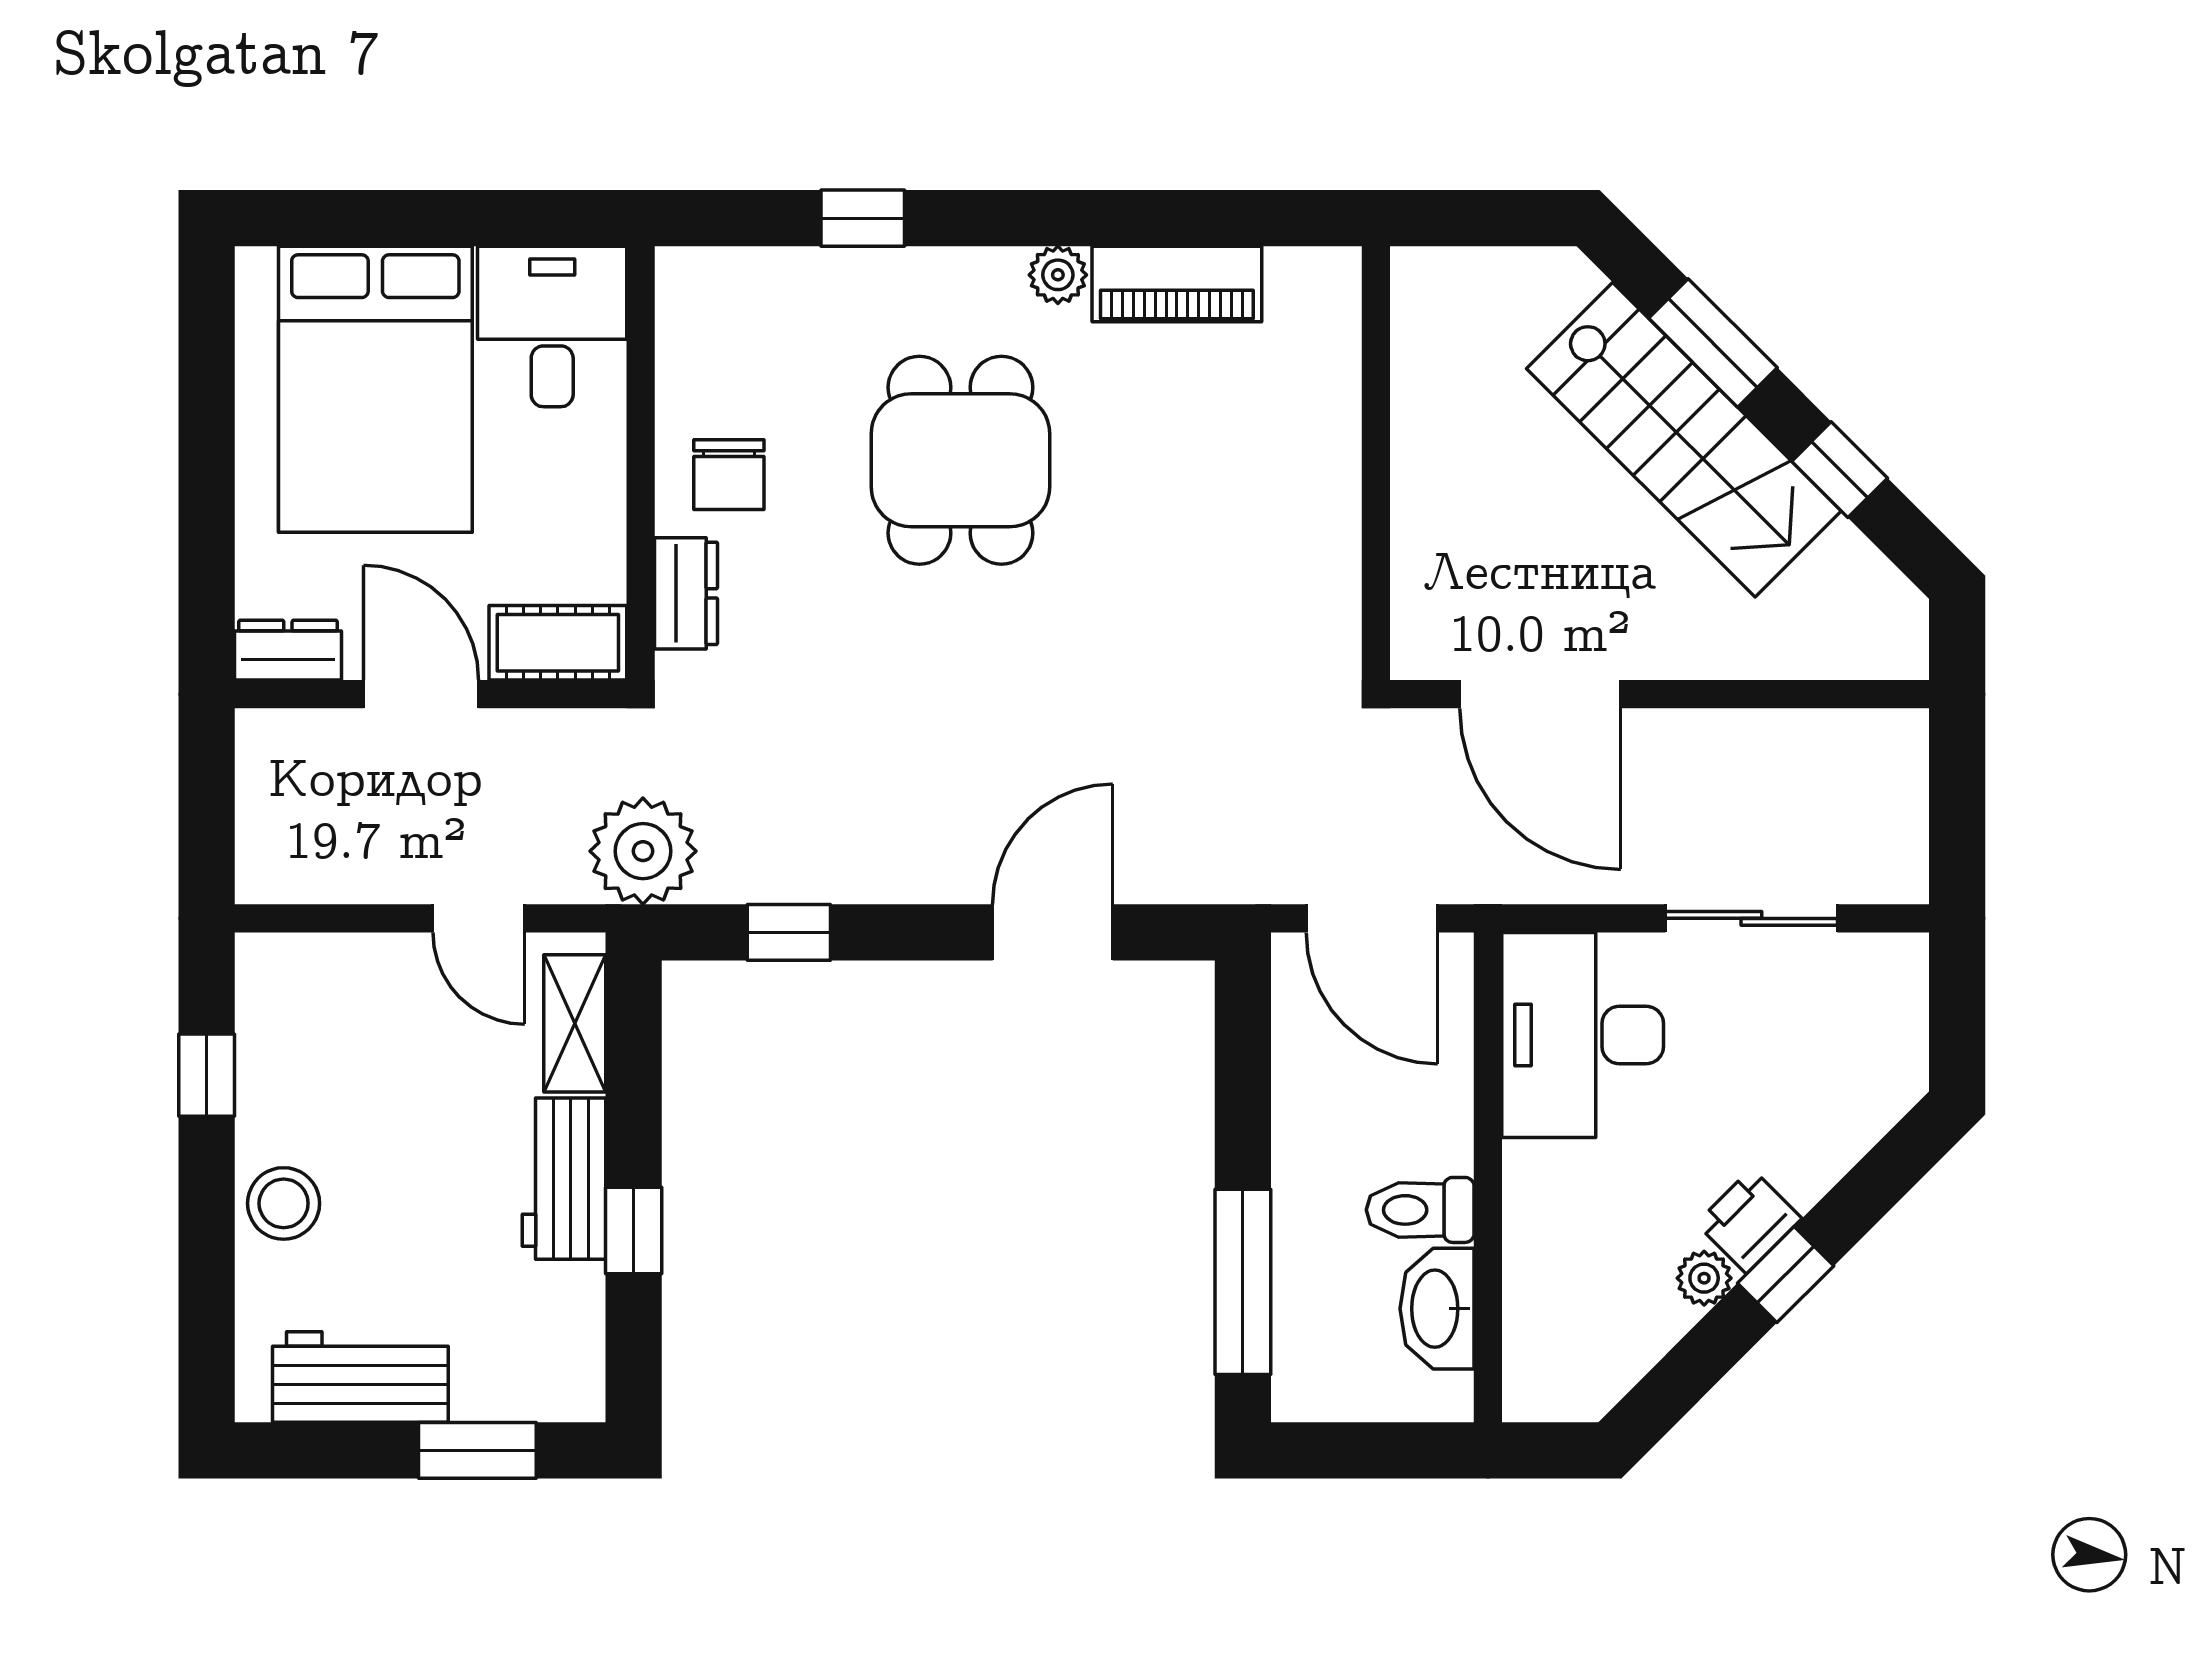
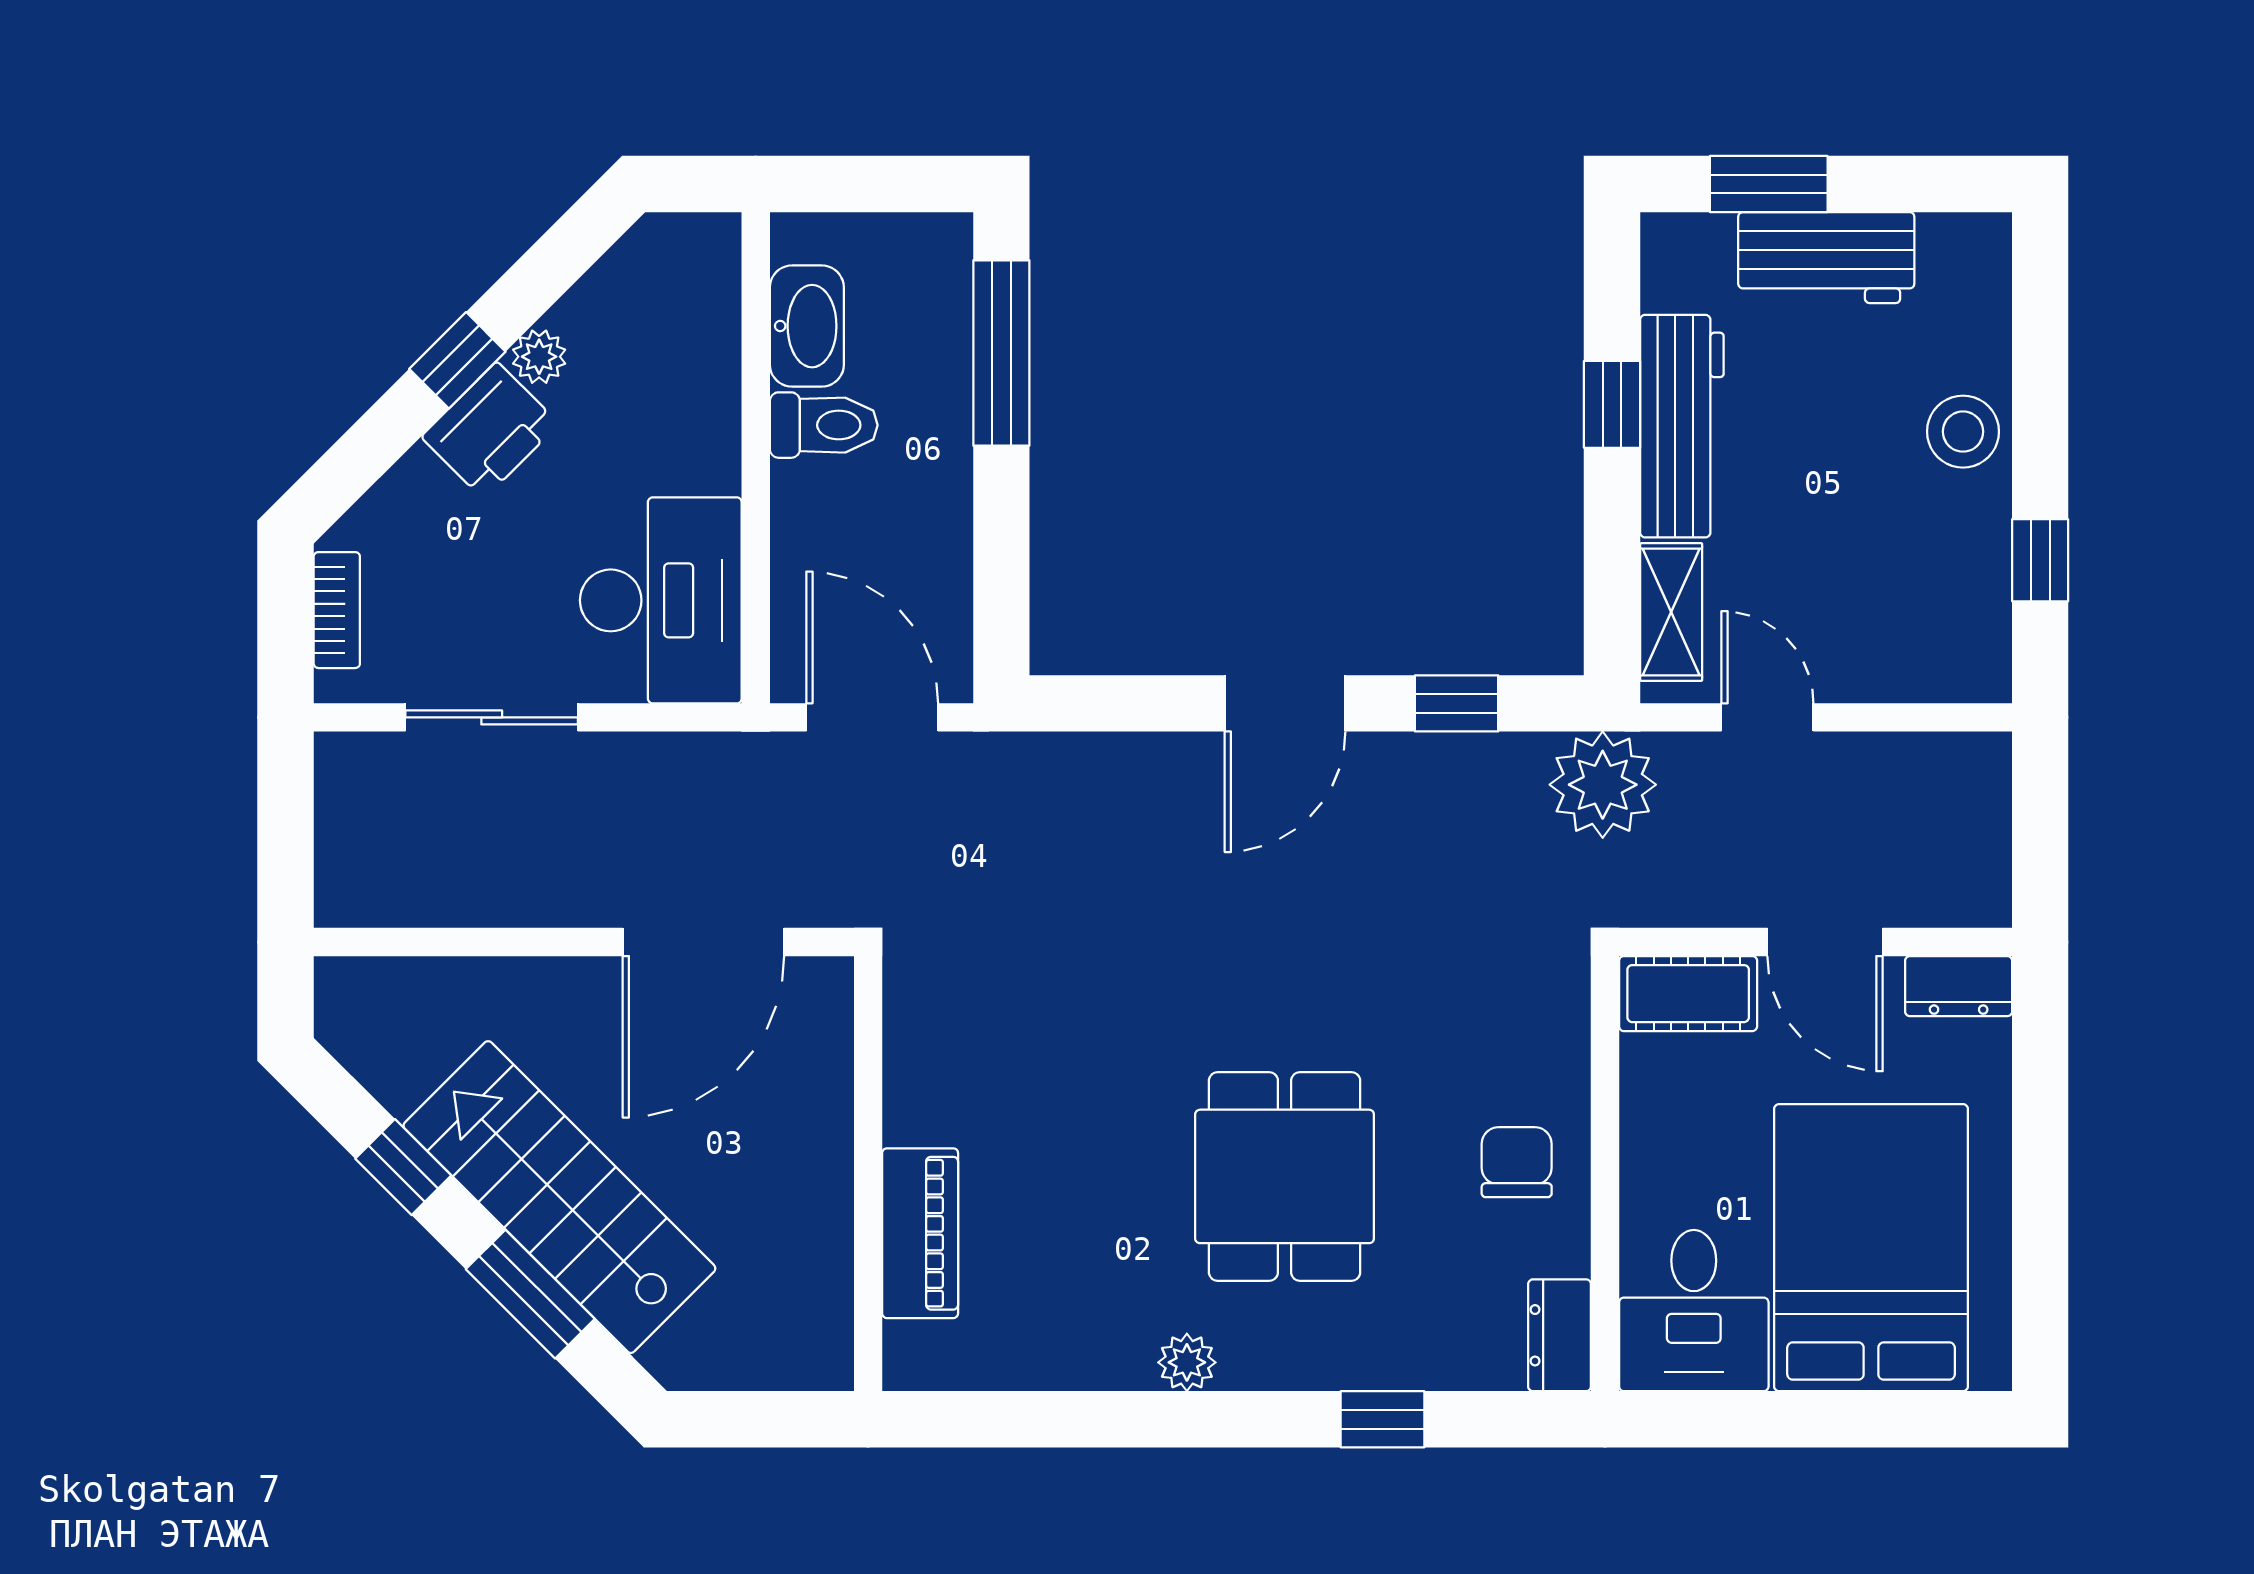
piano: (1177, 284) -> (920, 1233), moved, turned 90
dresser: (686, 593) -> (1560, 1335), moved
door: (1540, 694) -> (703, 942), swing flipped
door: (1053, 932) -> (1285, 703), moved
bookcase: (1906, 1025) -> (337, 610), added
workbench: (564, 1179) -> (1682, 426), width x1.37
printer: (1749, 1221) -> (490, 430), width x1.36, depth x1.24
workbench: (360, 1377) -> (1826, 258), moved

